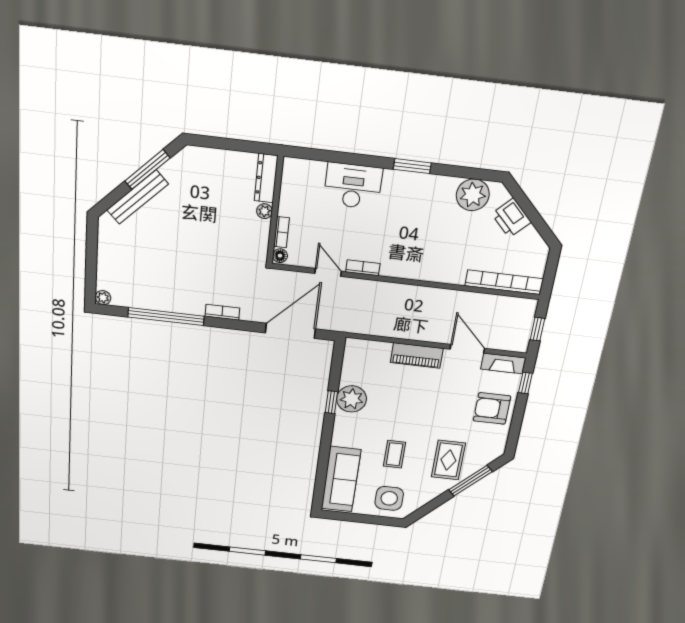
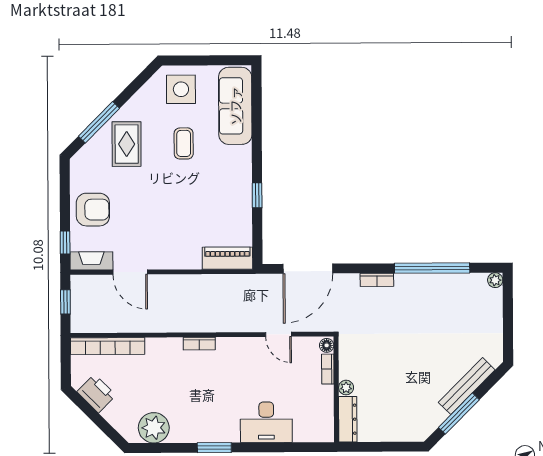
printer: (511, 218) -> (96, 394), moved
bookcase: (363, 268) -> (199, 344), moved
piano: (417, 355) -> (227, 258), moved
plant: (352, 399) -> (237, 202), removed

